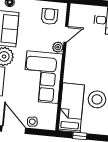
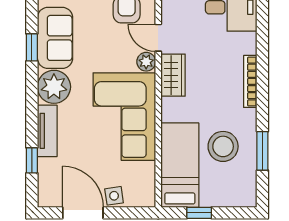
door: (66, 34) -> (158, 38), swing flipped
wardrobe: (72, 56) -> (173, 75), added

